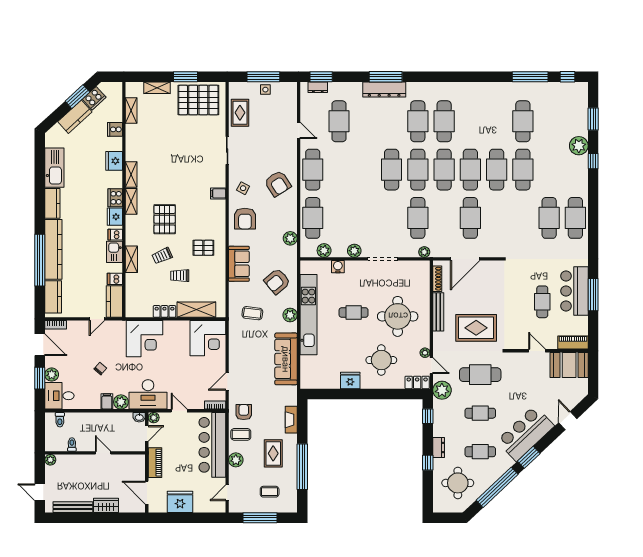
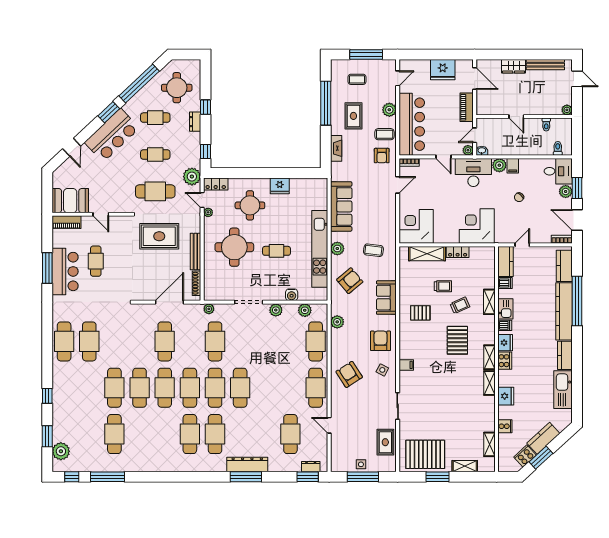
plant: (579, 146) -> (61, 451), moved

